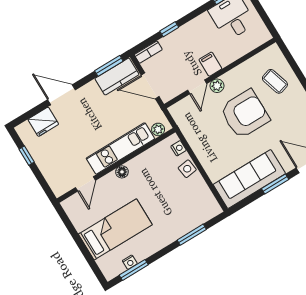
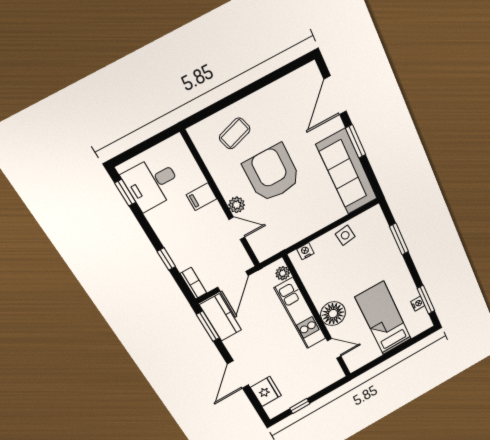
filing cabinet: (210, 64) -> (202, 197), moved
side table: (187, 169) -> (345, 235), moved
floor lamp: (122, 172) -> (333, 314), width x1.89, depth x1.89

